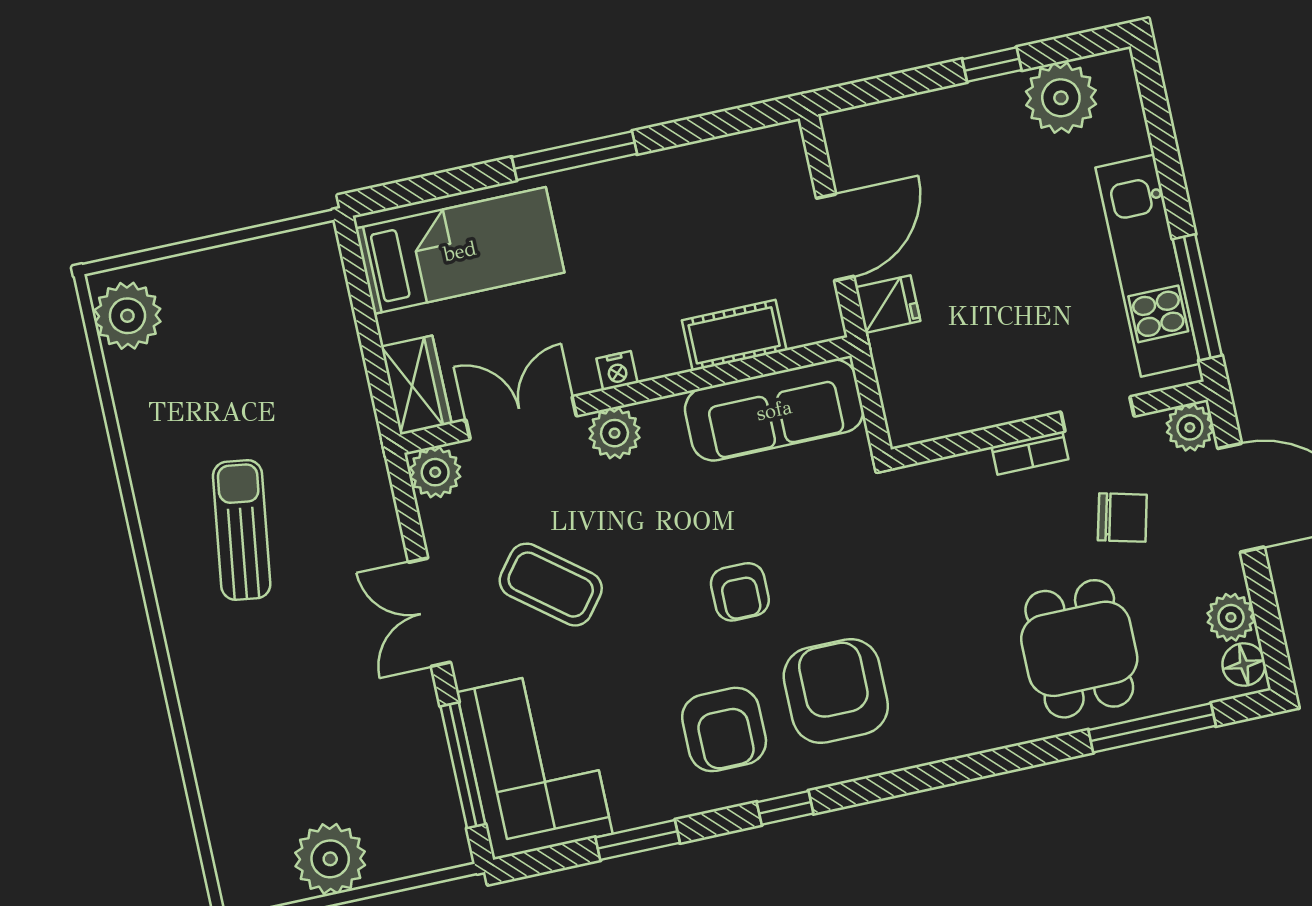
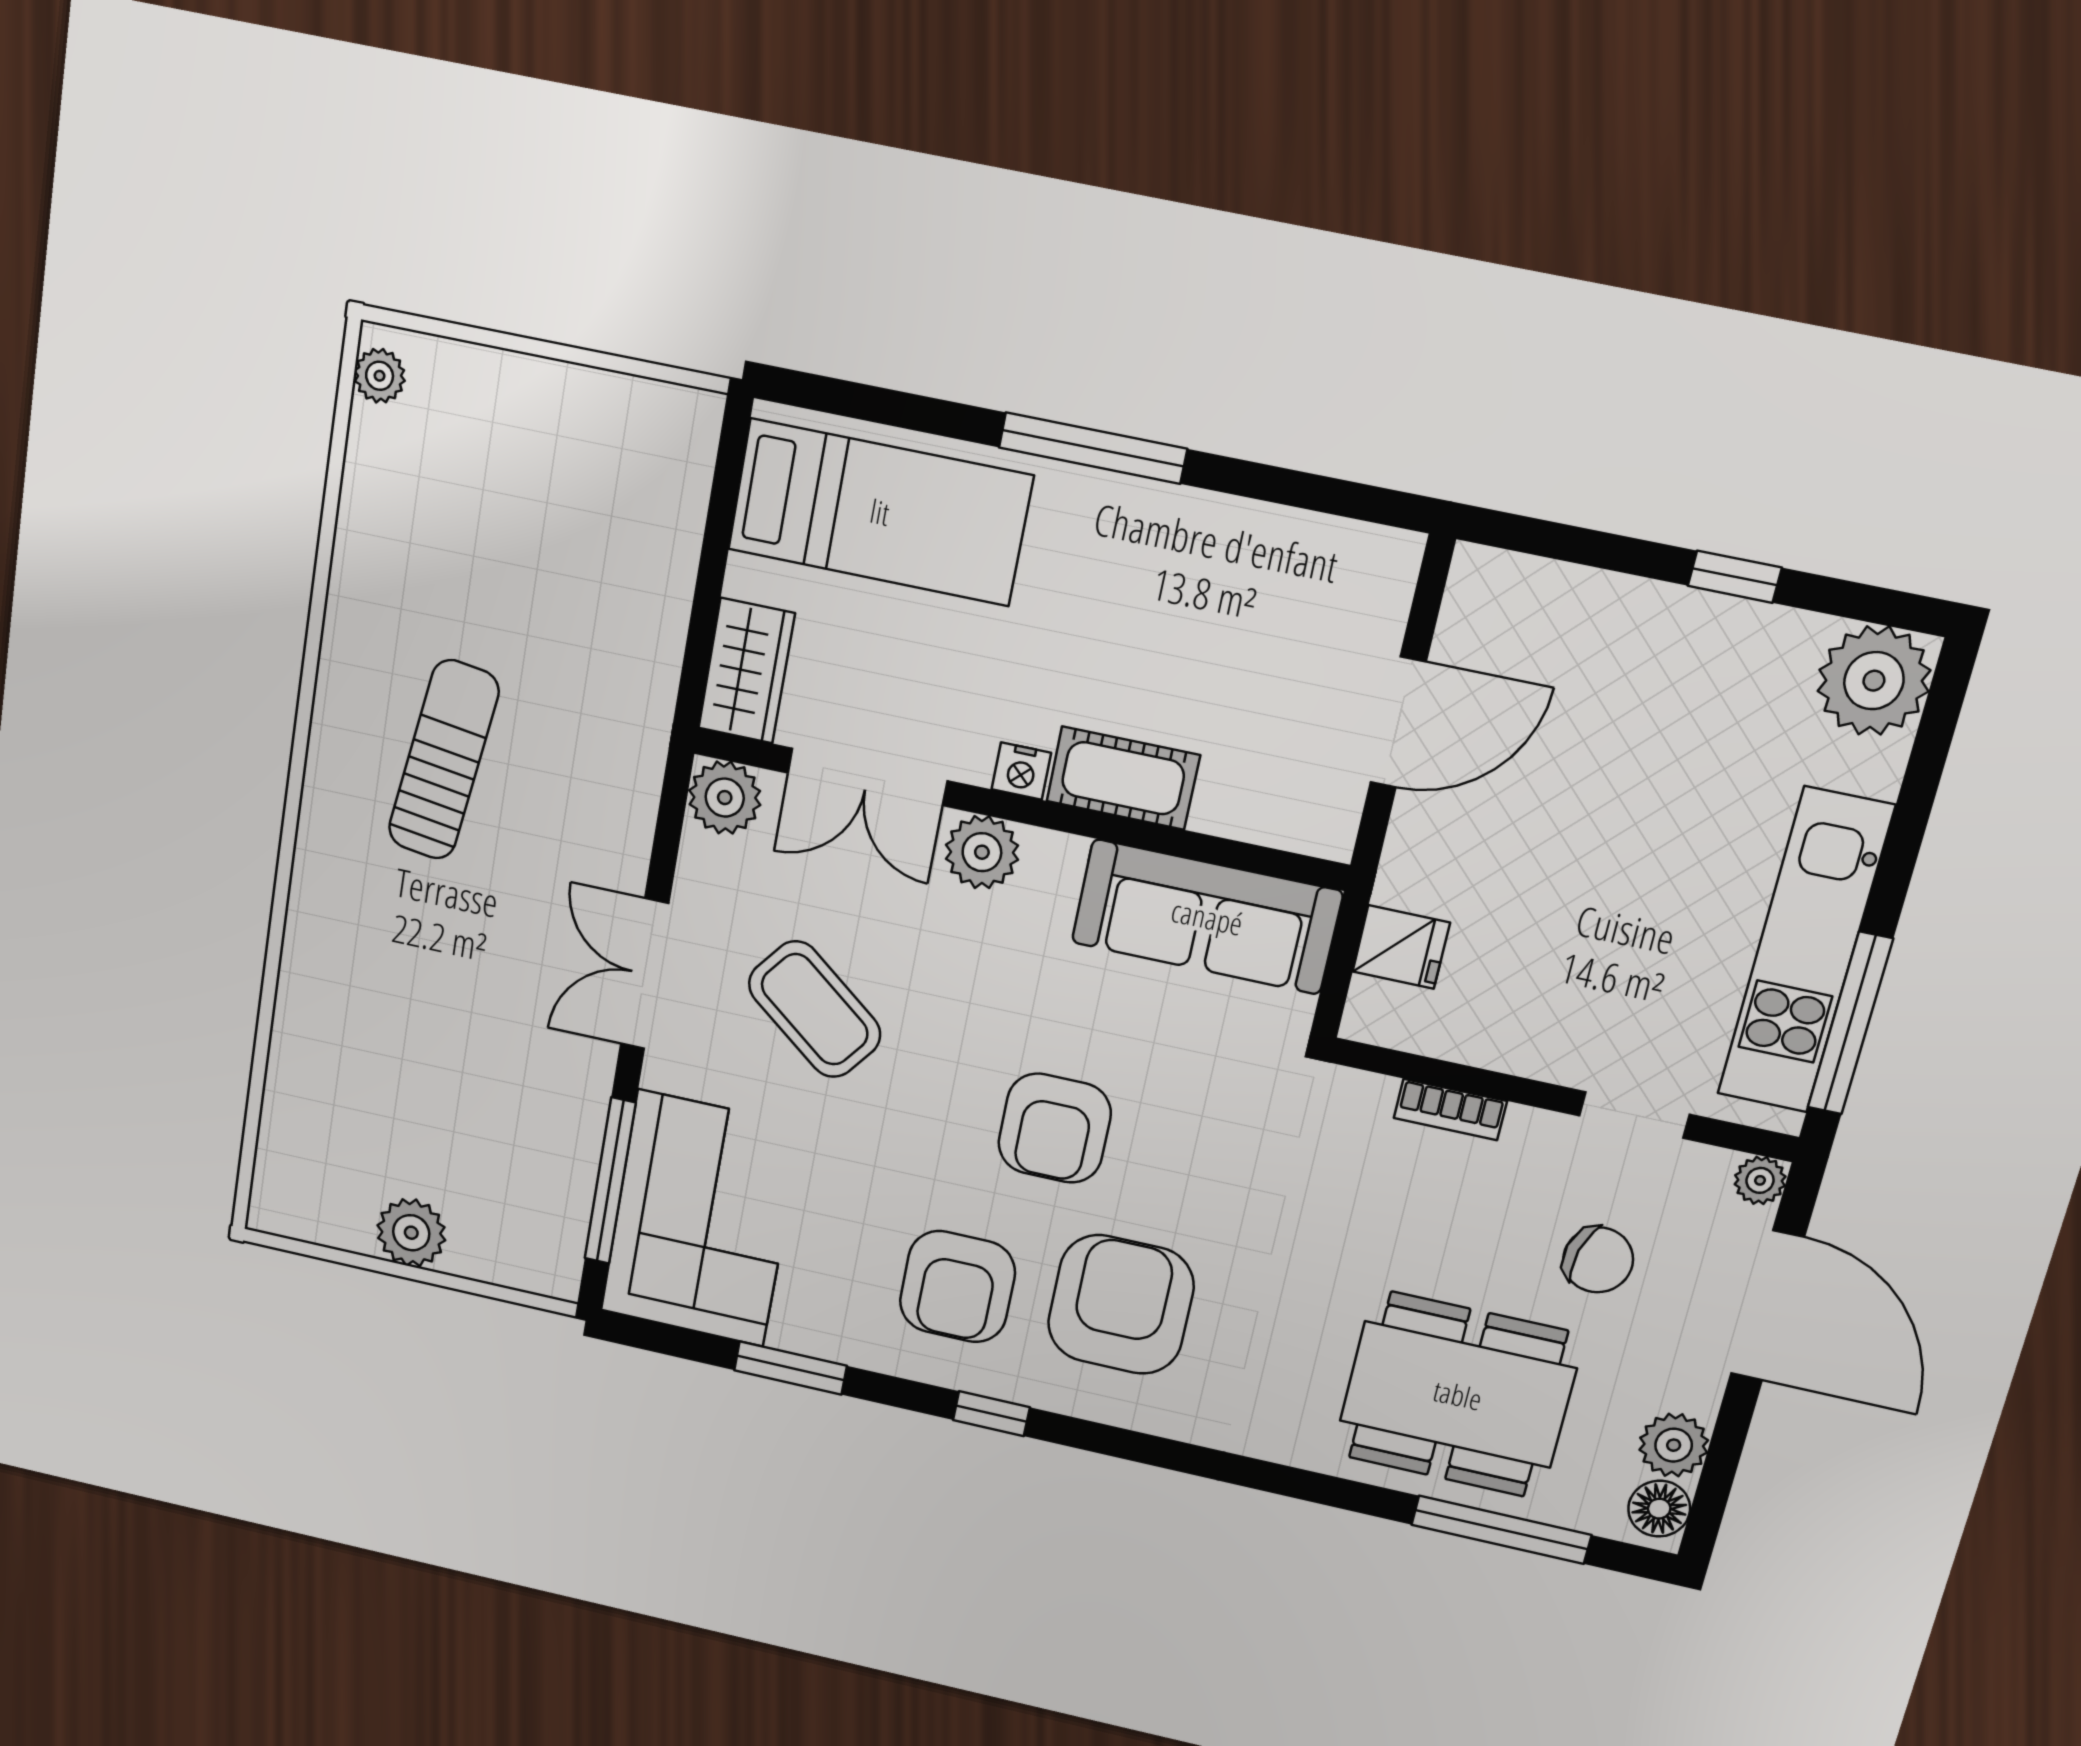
plant: (1061, 98) -> (1874, 681), moved
fridge: (888, 304) -> (1401, 947), moved
plant: (127, 316) -> (380, 376), width x0.53, depth x0.53
cot: (734, 335) -> (1123, 778), moved
double door: (521, 418) -> (867, 777), swing flipped
plant: (1190, 427) -> (1760, 1180), width x0.73, depth x0.73
bookcase: (1030, 453) -> (1450, 1110), moved
armchair: (740, 592) -> (1055, 1128), width x1.38, depth x1.38
dining table: (1079, 649) -> (1458, 1395), width x1.38
plant: (330, 859) -> (411, 1233), width x0.73, depth x0.73

